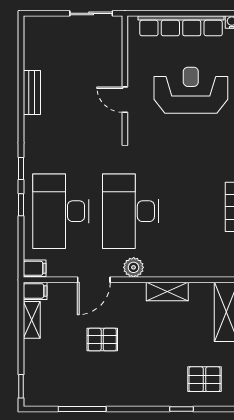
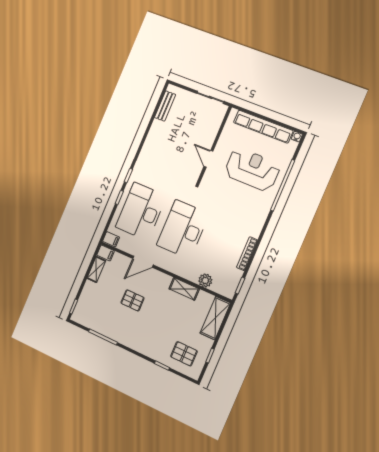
bench: (32, 93) -> (165, 106), moved
plant: (134, 267) -> (205, 280), moved

